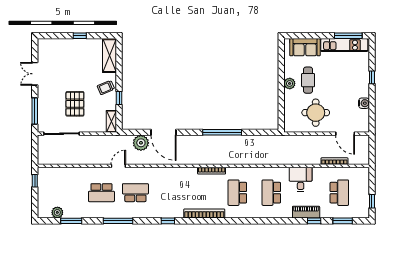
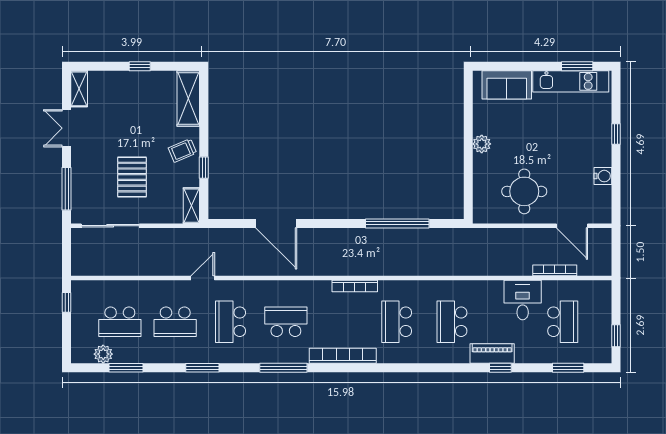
window: (348, 36) -> (577, 66), width x0.69
shelving: (42, 50) -> (79, 89), added
cafe table: (308, 80) -> (512, 138), removed
window: (222, 132) -> (397, 223), moved
plant: (141, 143) -> (239, 241), removed
desk: (301, 179) -> (523, 300), moved
school desk: (67, 193) -> (120, 322), added
school desk: (135, 193) -> (231, 322), turned -90
school desk: (169, 193) -> (286, 322), added
piano: (306, 212) -> (492, 353), moved
window: (118, 221) -> (202, 368), width x0.69
window: (168, 221) -> (283, 368), width x2.17
window: (314, 221) -> (500, 368), moved

